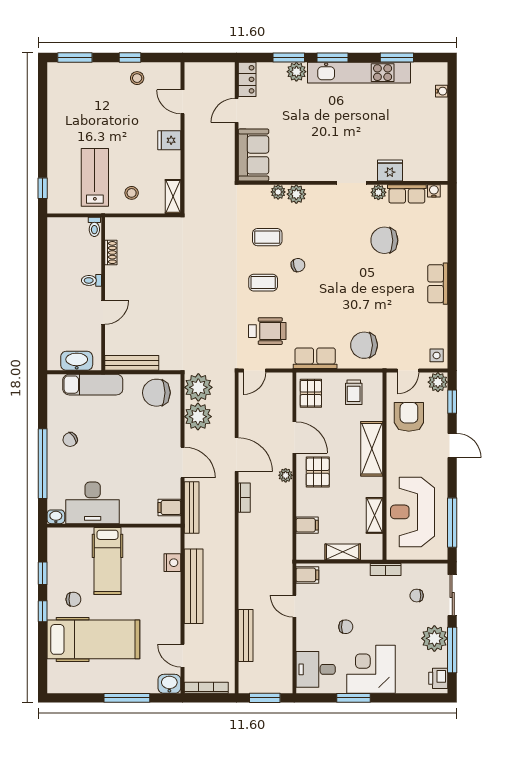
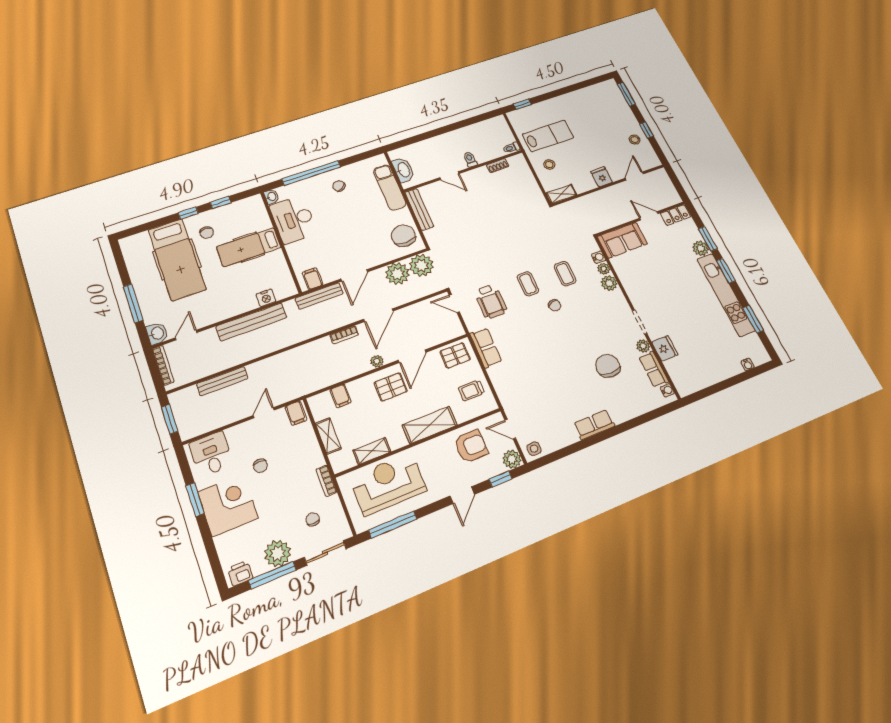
water cooler: (263, 191) -> (599, 257), added
chair: (364, 345) -> (515, 383), removed

